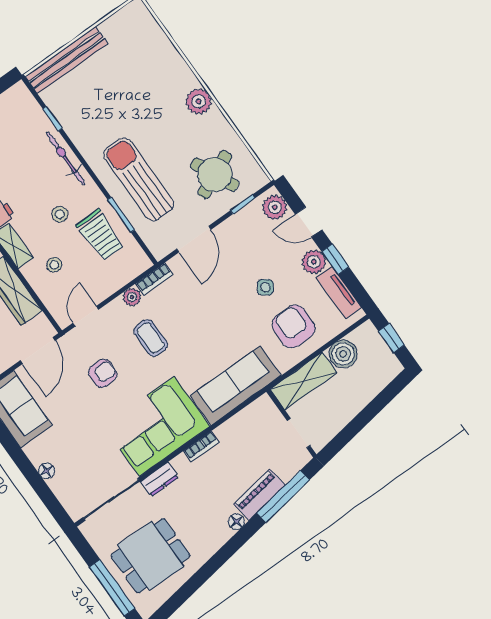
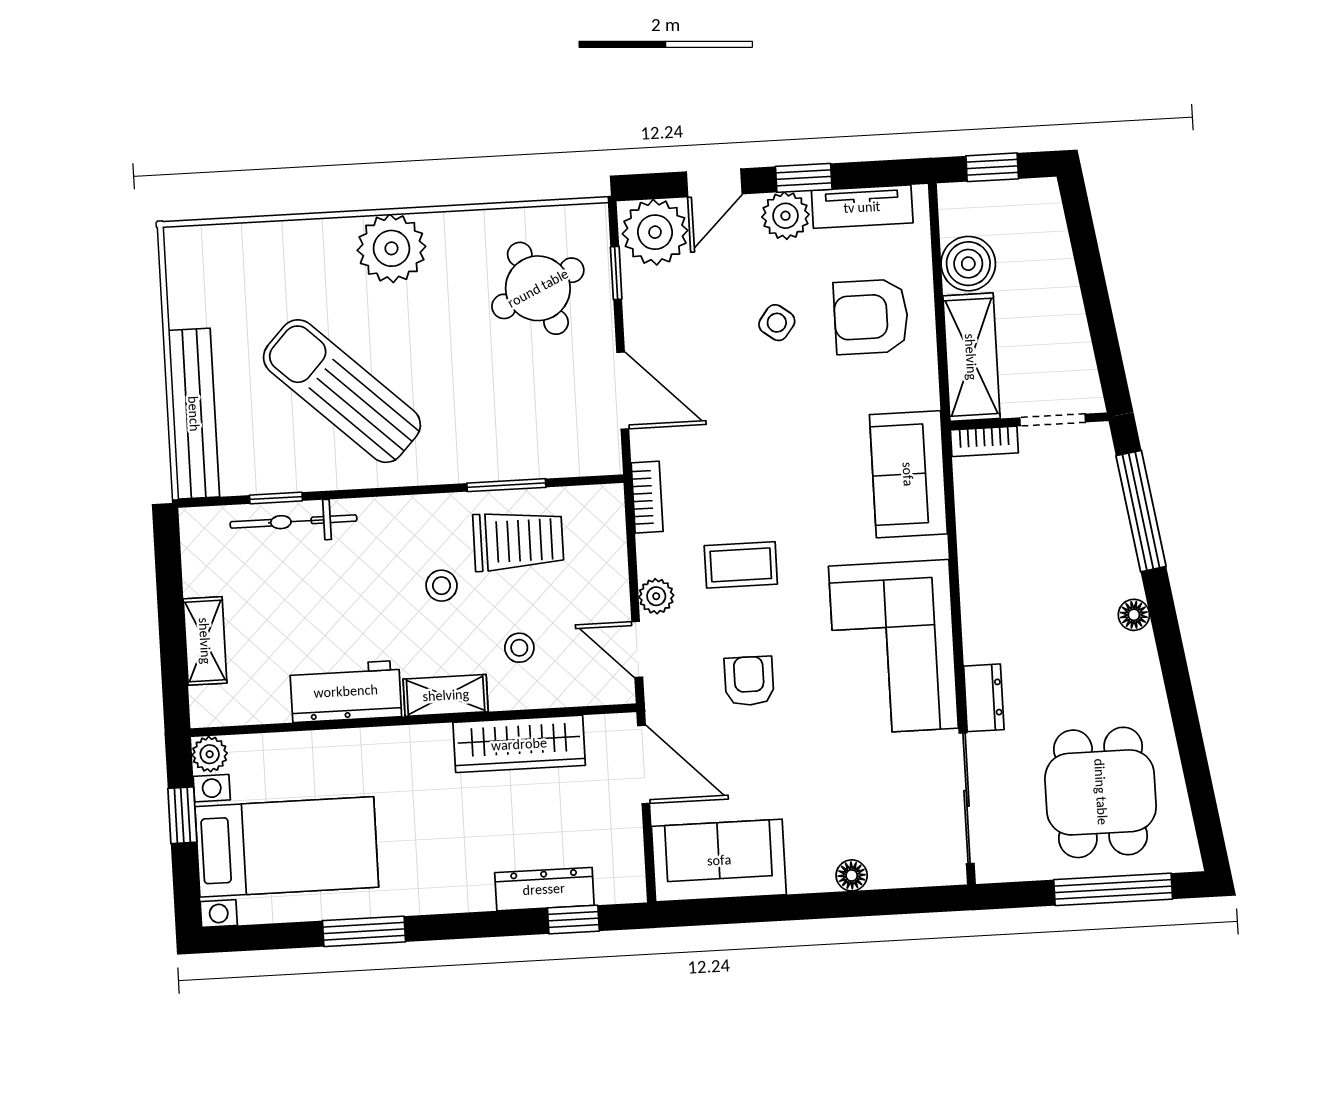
plant: (199, 101) -> (391, 248), width x1.36, depth x1.36
bicycle: (66, 158) -> (293, 521), moved
sun lounger: (139, 179) -> (342, 391), moved, turned 43
plant: (275, 207) -> (655, 232), width x1.36, depth x1.36
plant: (132, 297) -> (656, 596), moved
sofa: (236, 386) -> (908, 474), width x0.73
bookcase: (201, 447) -> (984, 441), moved, turned 90
piano: (259, 494) -> (1113, 549), removed

